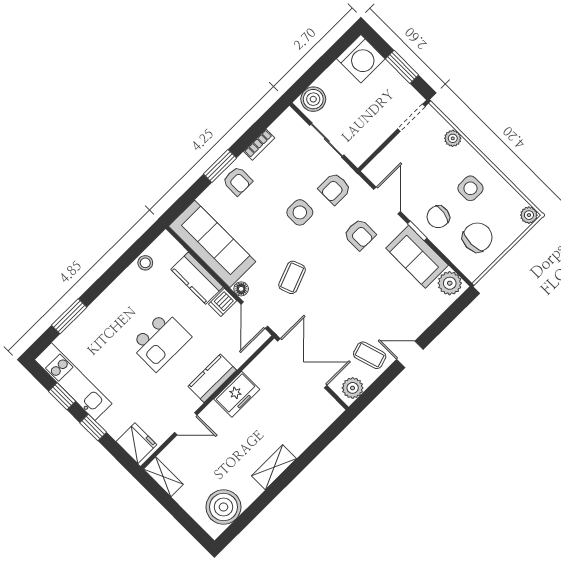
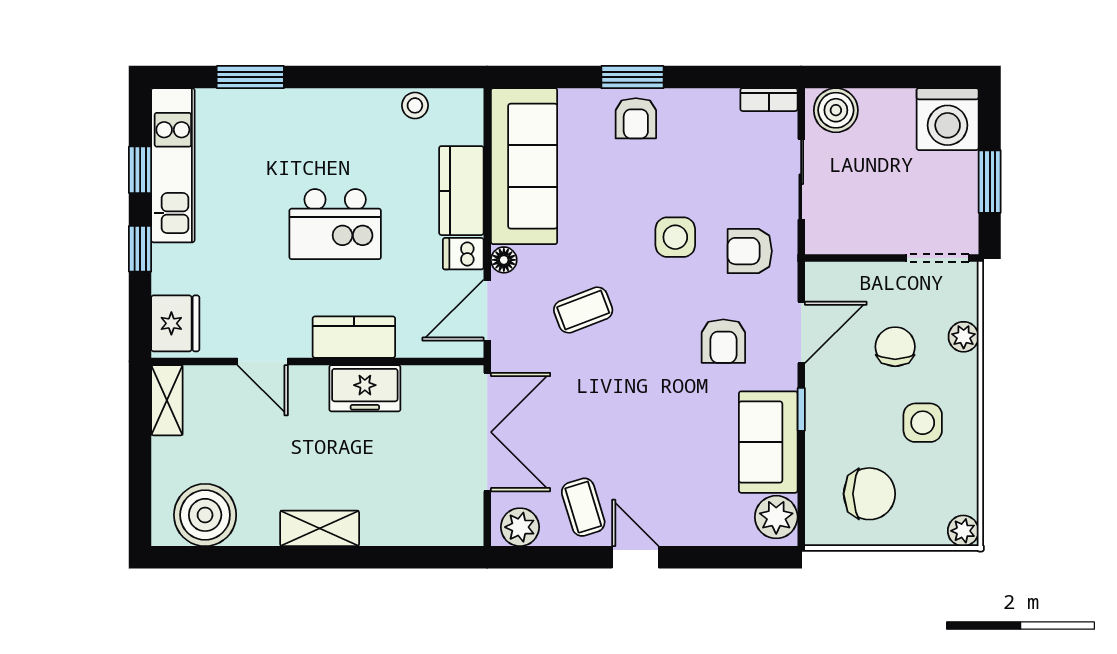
bookcase: (259, 145) -> (769, 100), moved
chair: (438, 217) -> (895, 347), moved, turned 81

